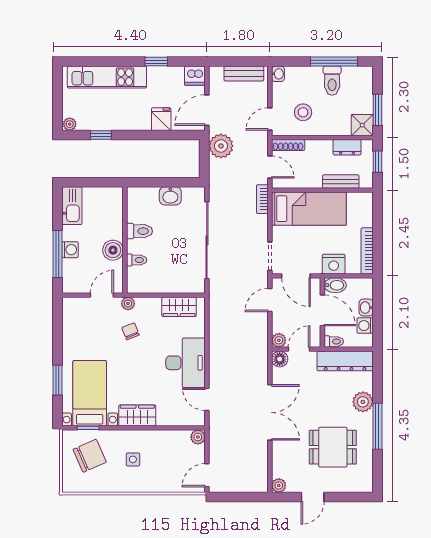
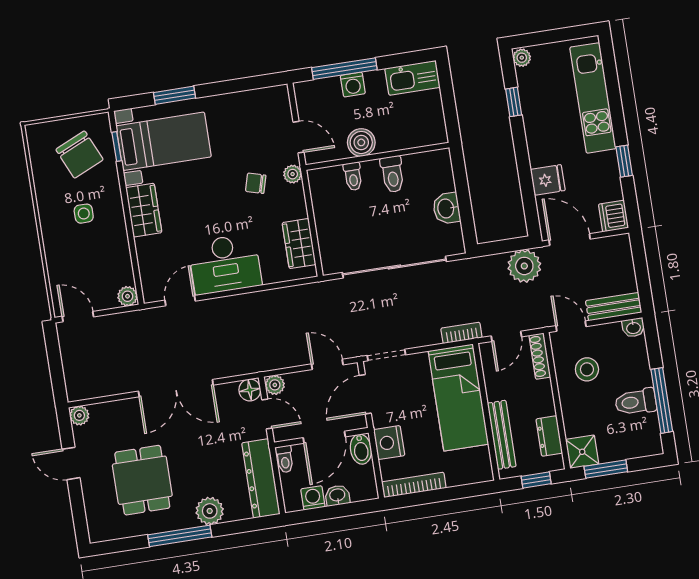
bench: (244, 74) -> (614, 307), moved, turned 90
bench: (341, 181) -> (502, 435), width x1.36
chair: (130, 331) -> (256, 183), turned -143

